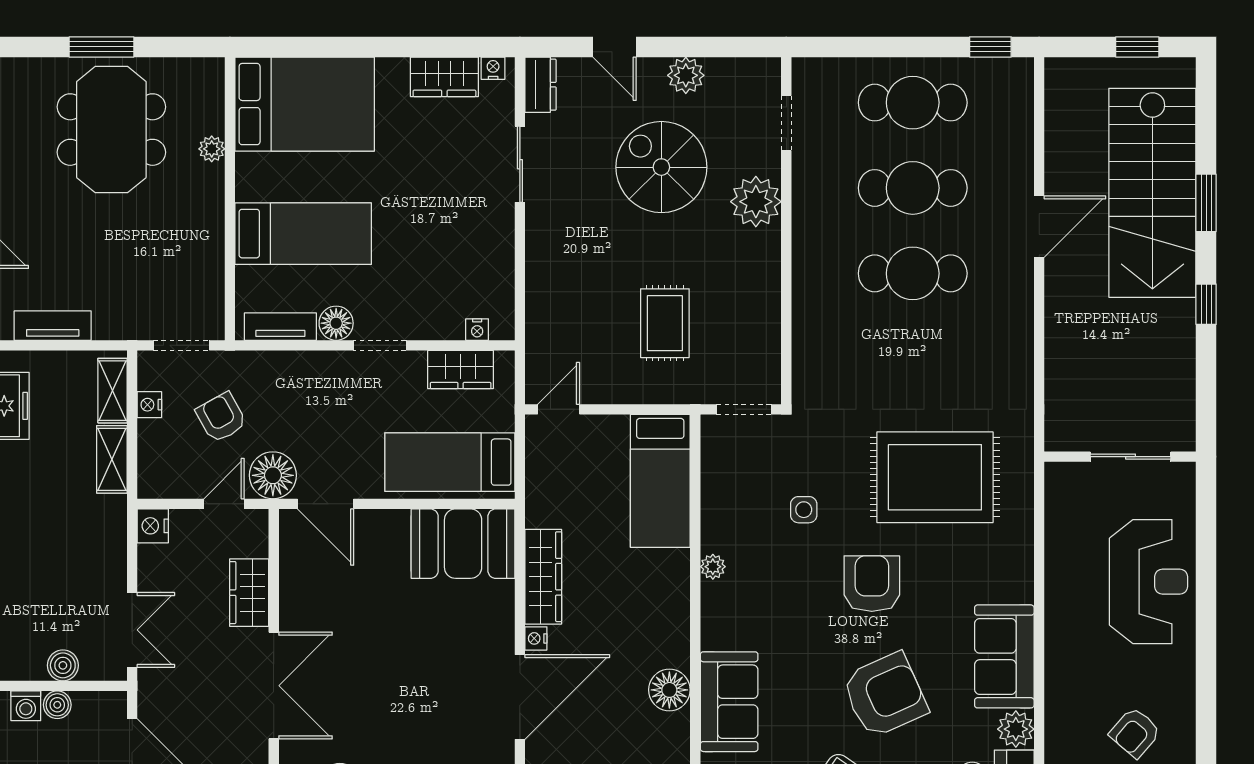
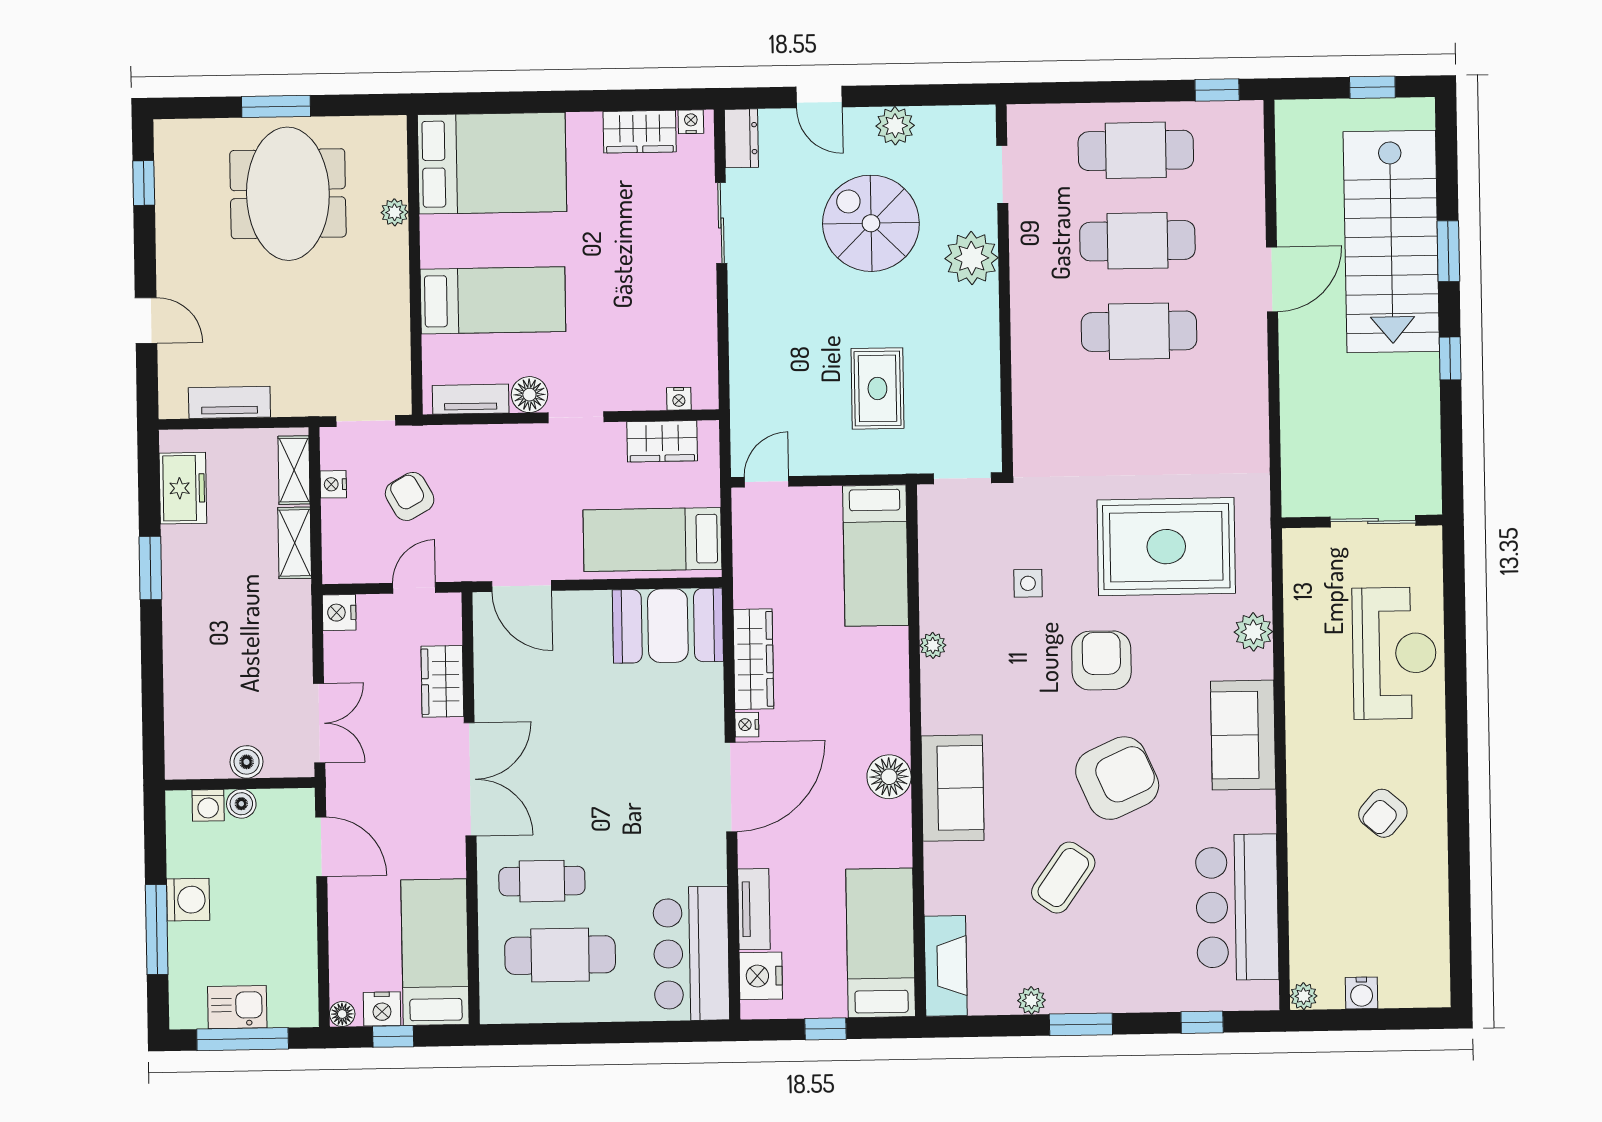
floor lamp: (273, 475) -> (465, 557), removed
plant: (1016, 729) -> (1253, 632), moved

